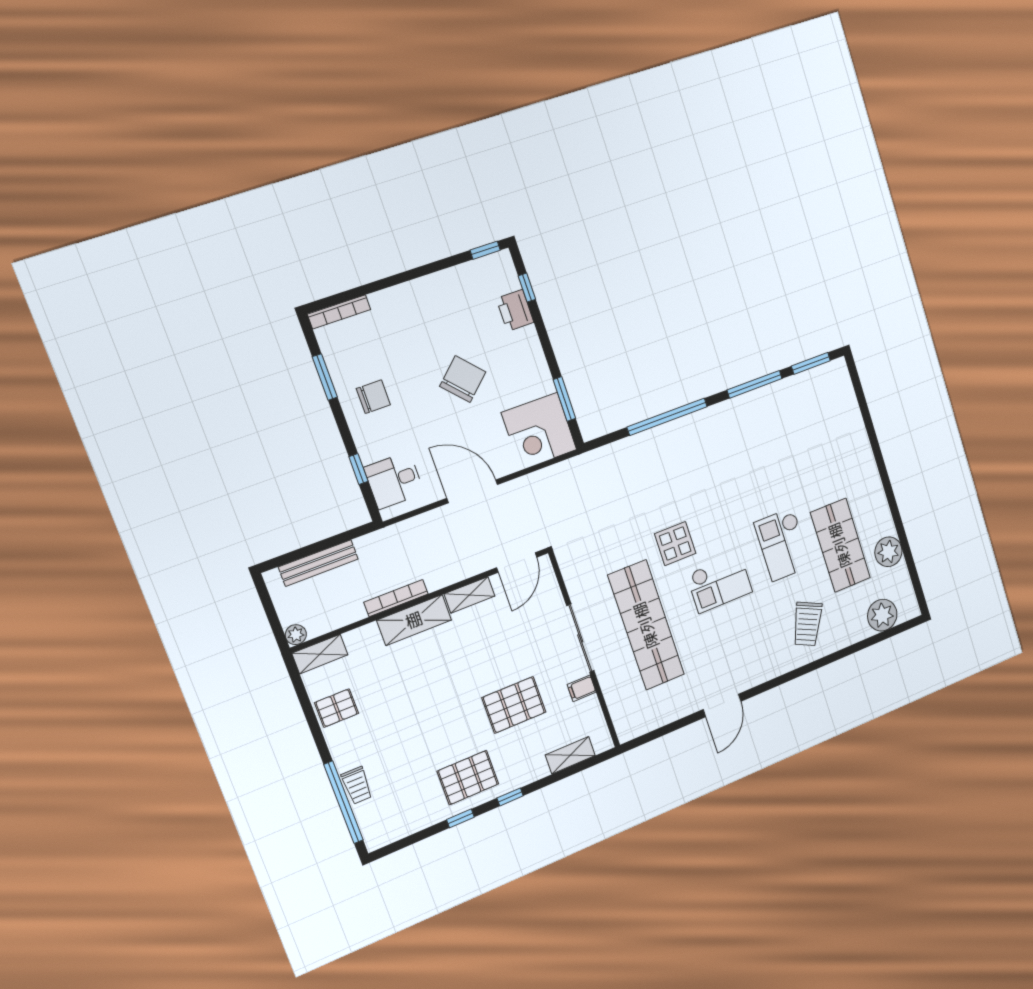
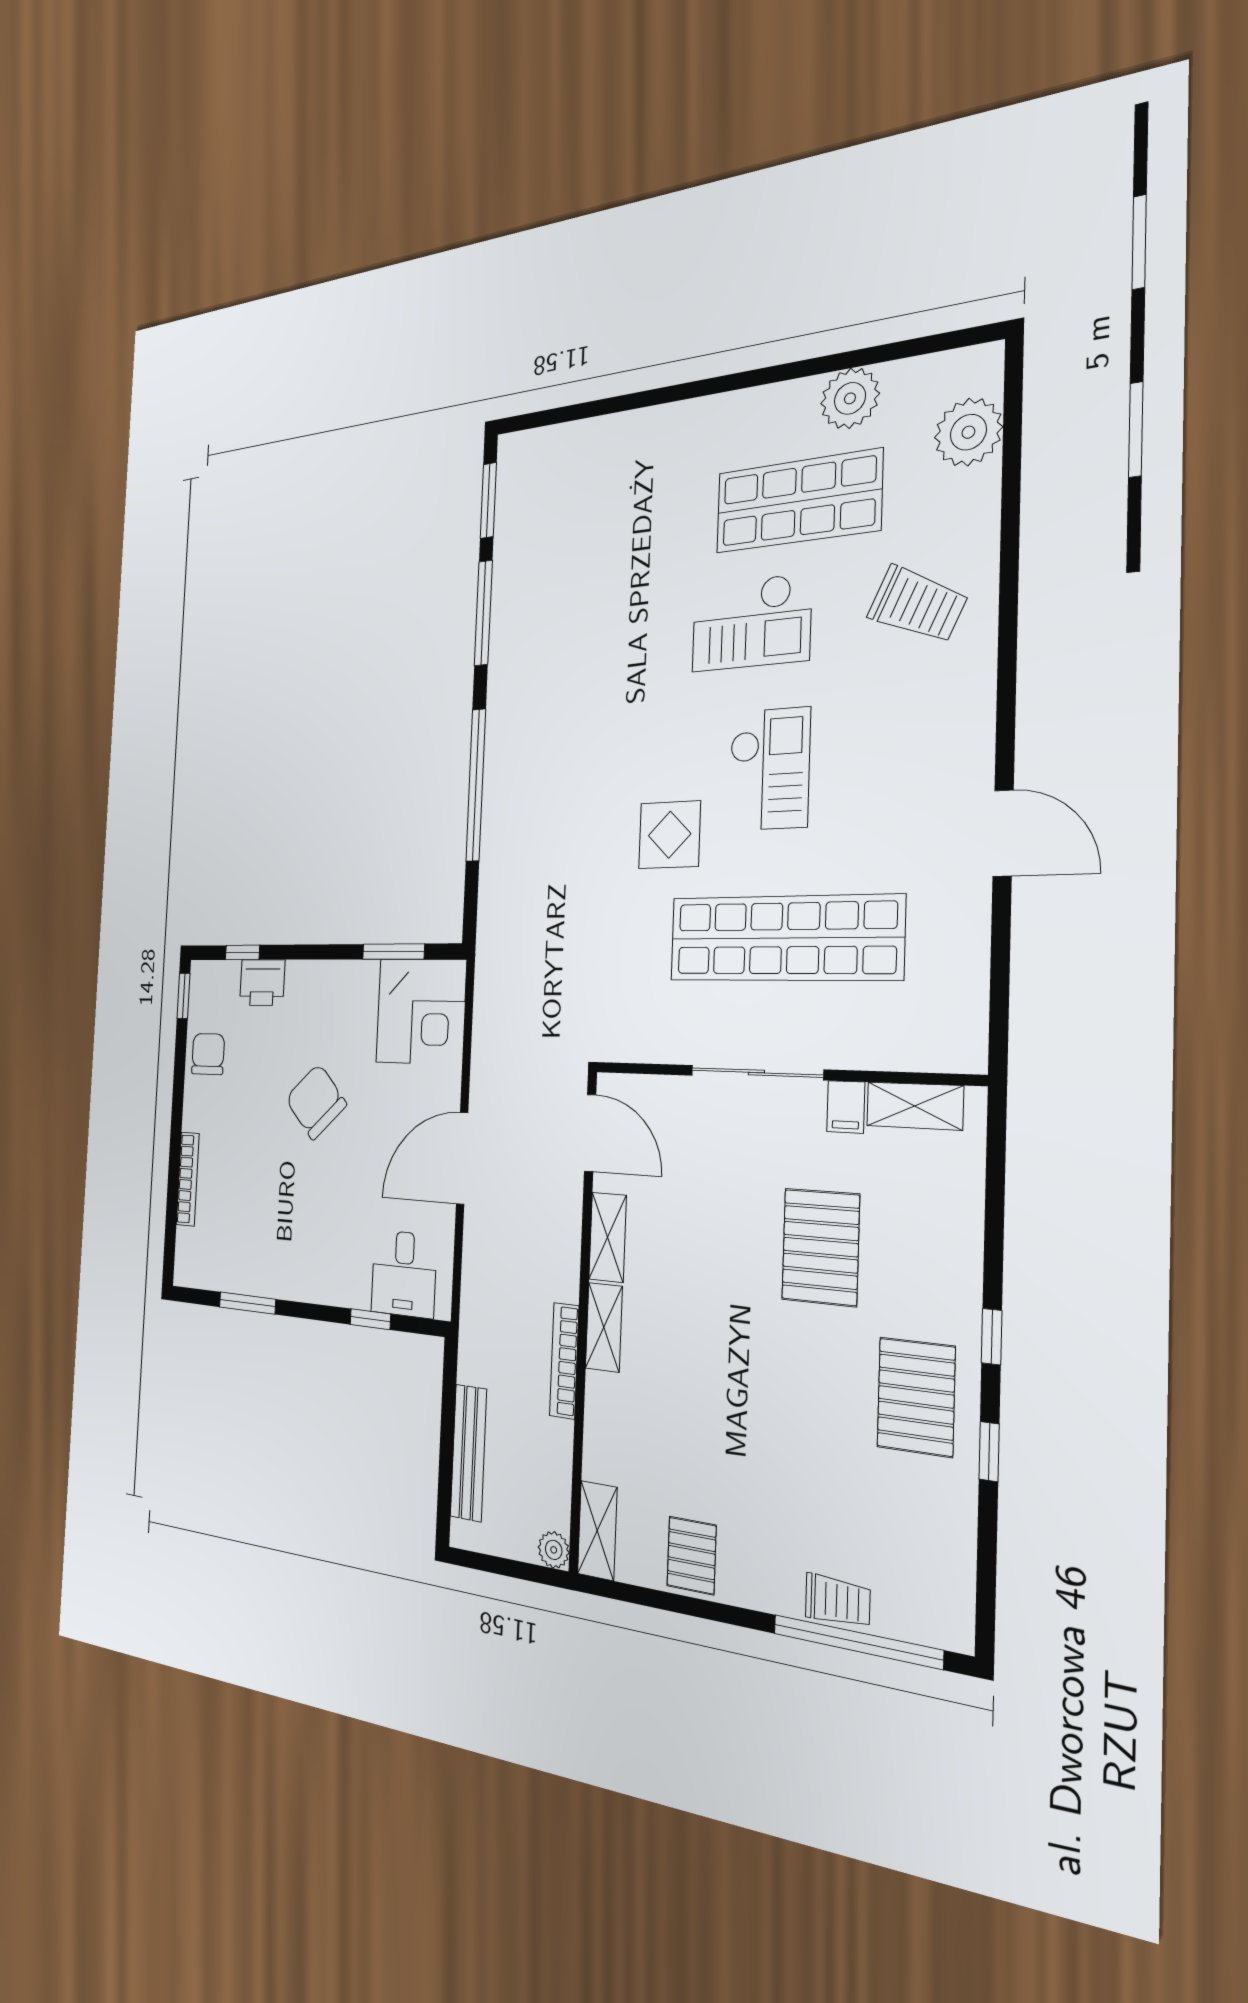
bookcase: (339, 312) -> (188, 1179), moved
chair: (373, 397) -> (208, 1054), moved
shelving: (414, 620) -> (604, 1327), width x0.67, depth x0.75
shelving: (570, 755) -> (915, 1106), moved, turned 90

